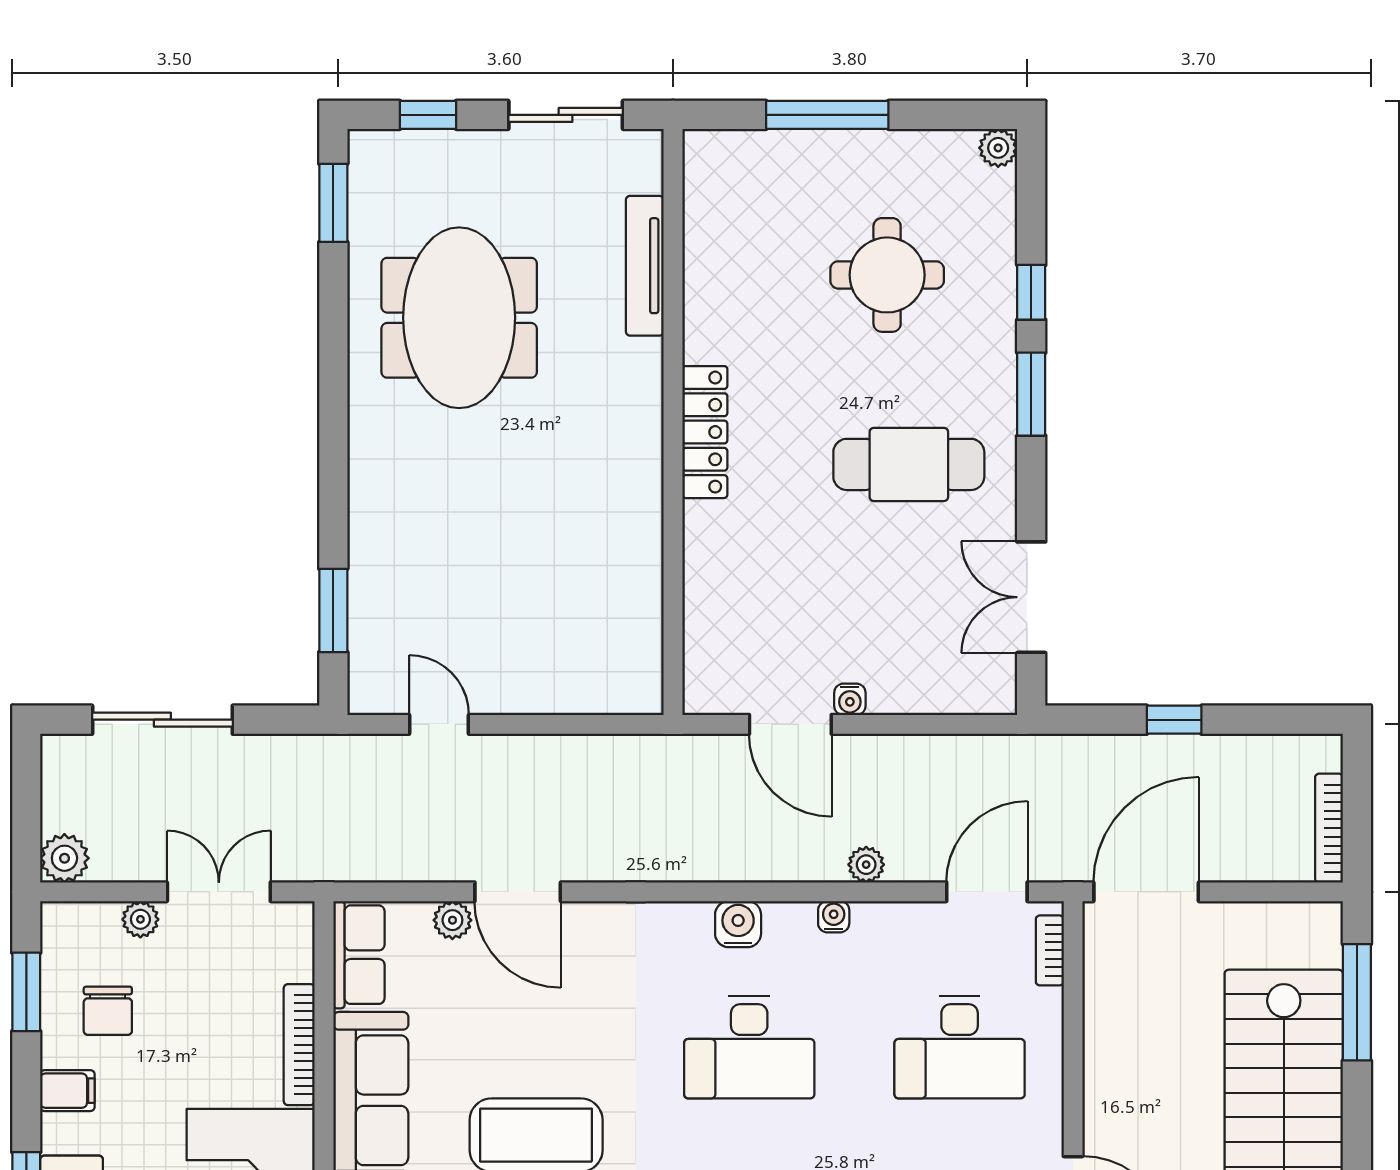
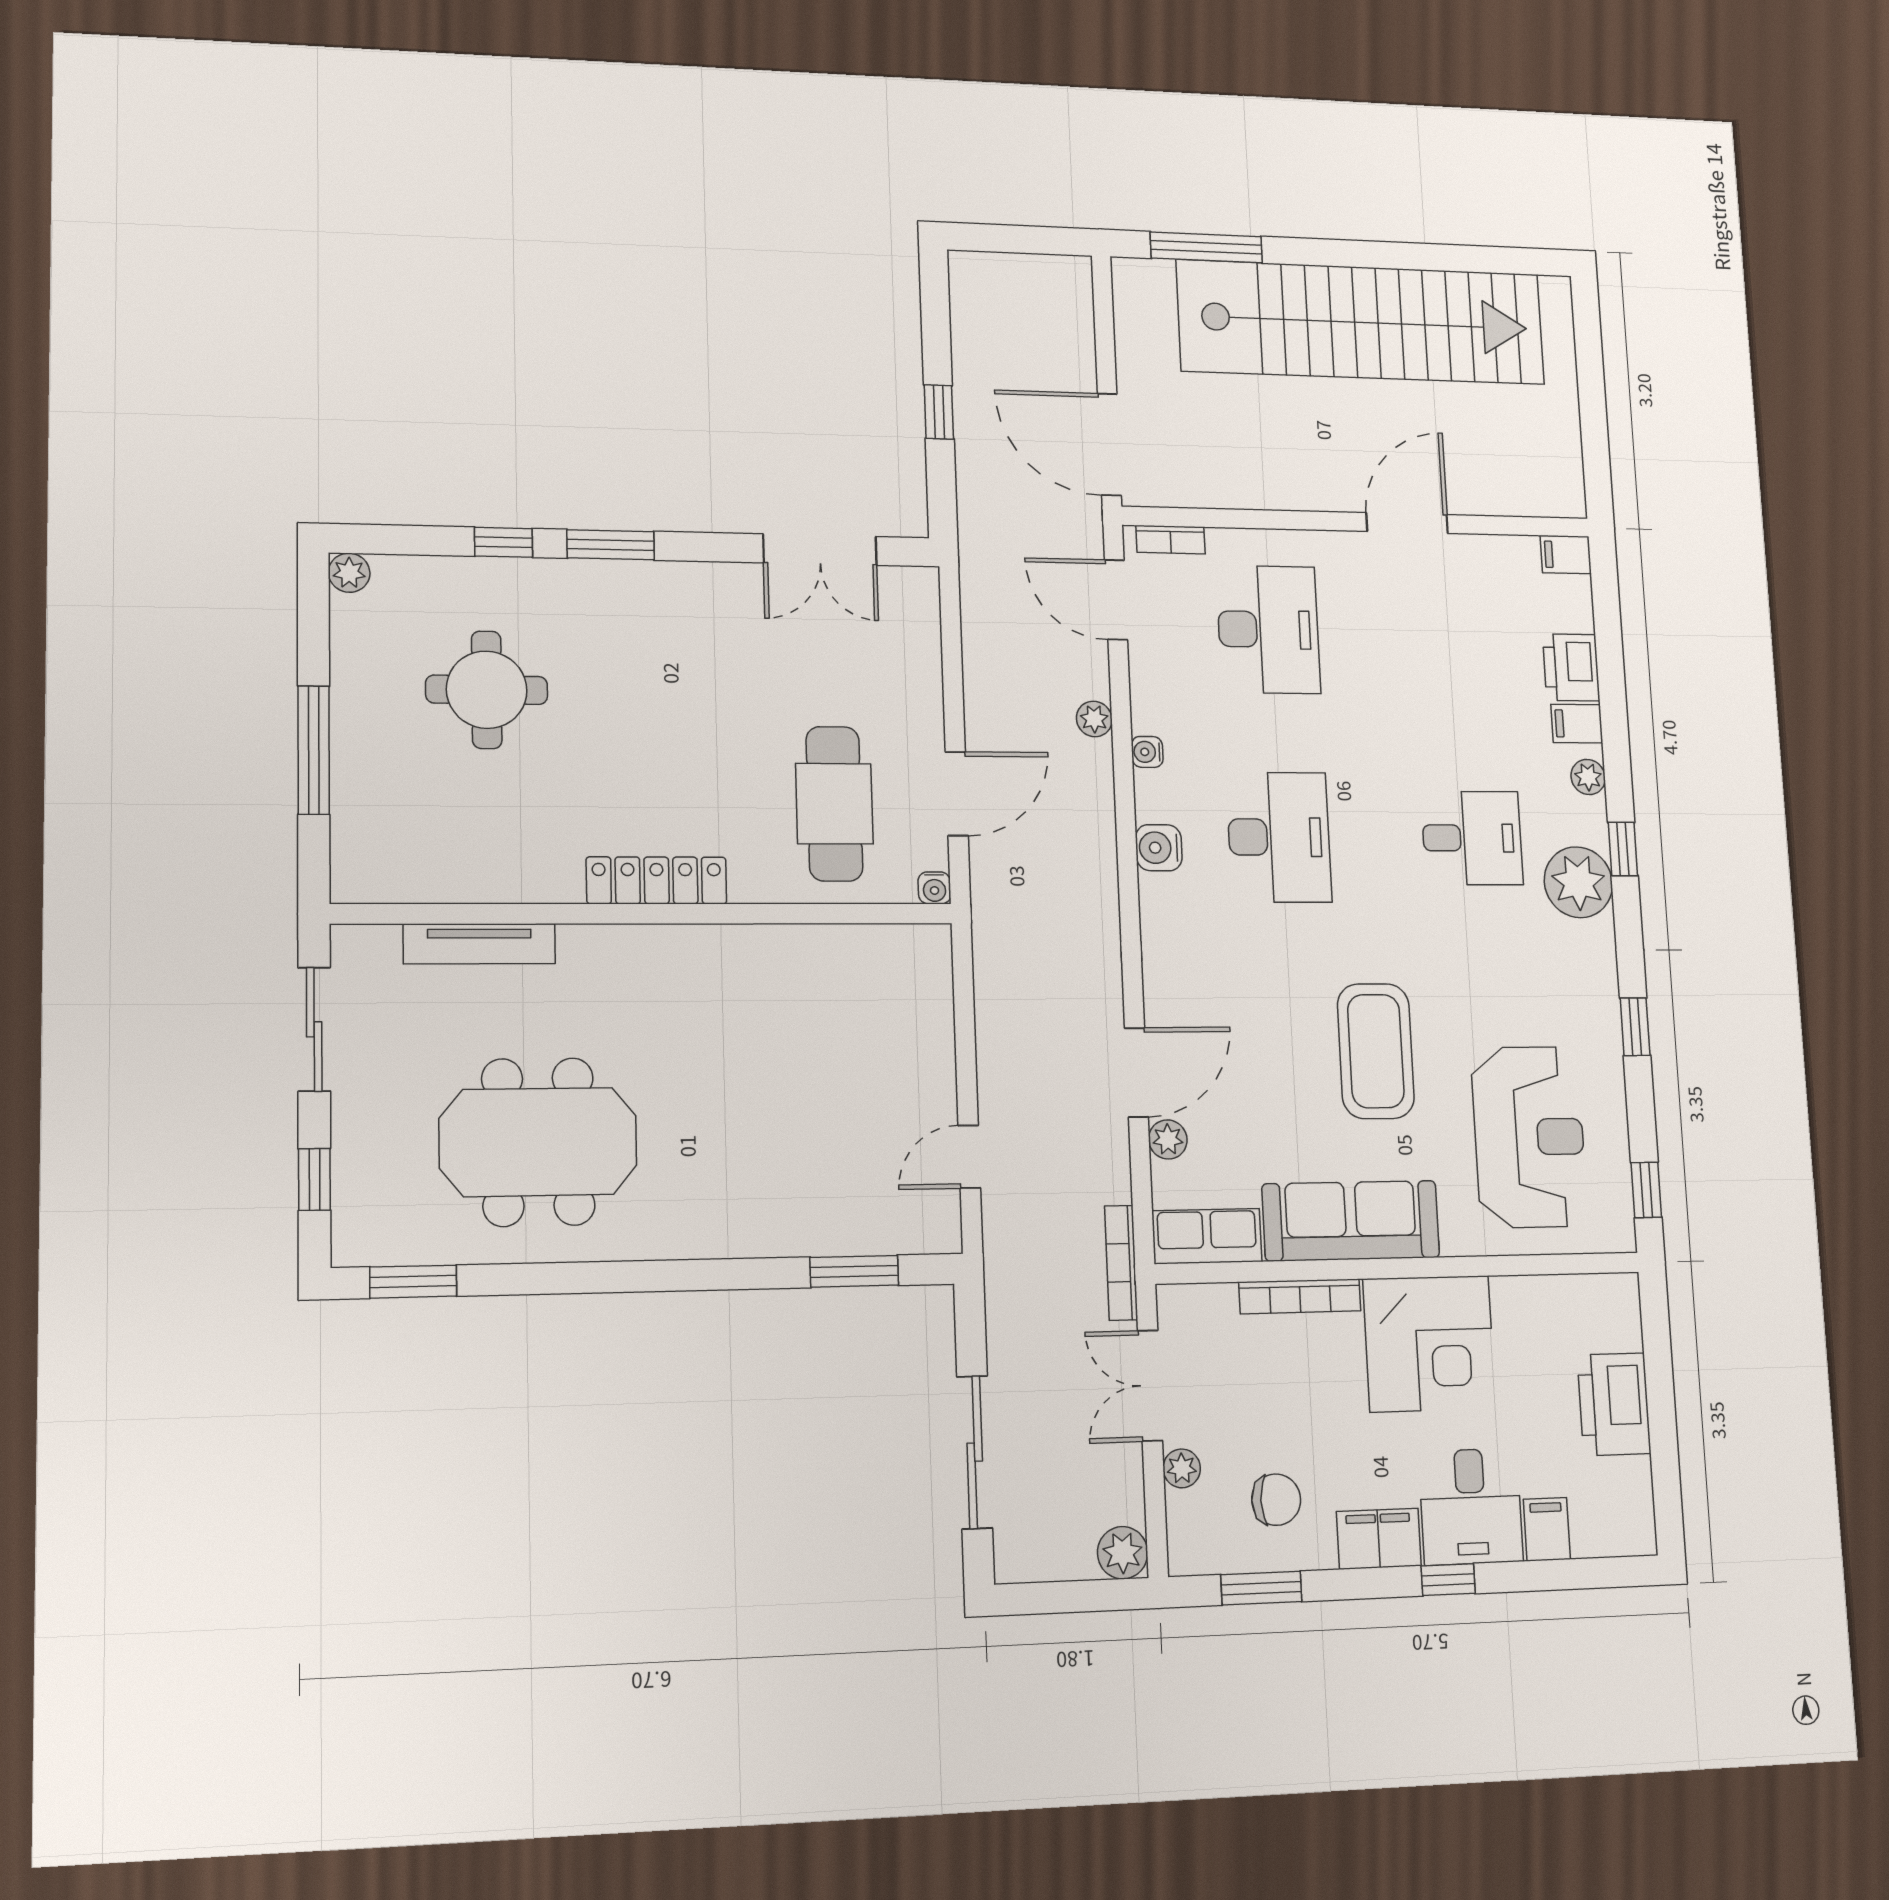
cafe table: (909, 464) -> (834, 804), moved
water cooler: (850, 699) -> (934, 888), moved, turned 90
bookcase: (1329, 828) -> (1121, 1263), moved, turned 90
filing cabinet: (67, 1091) -> (1379, 1539), width x2.00

